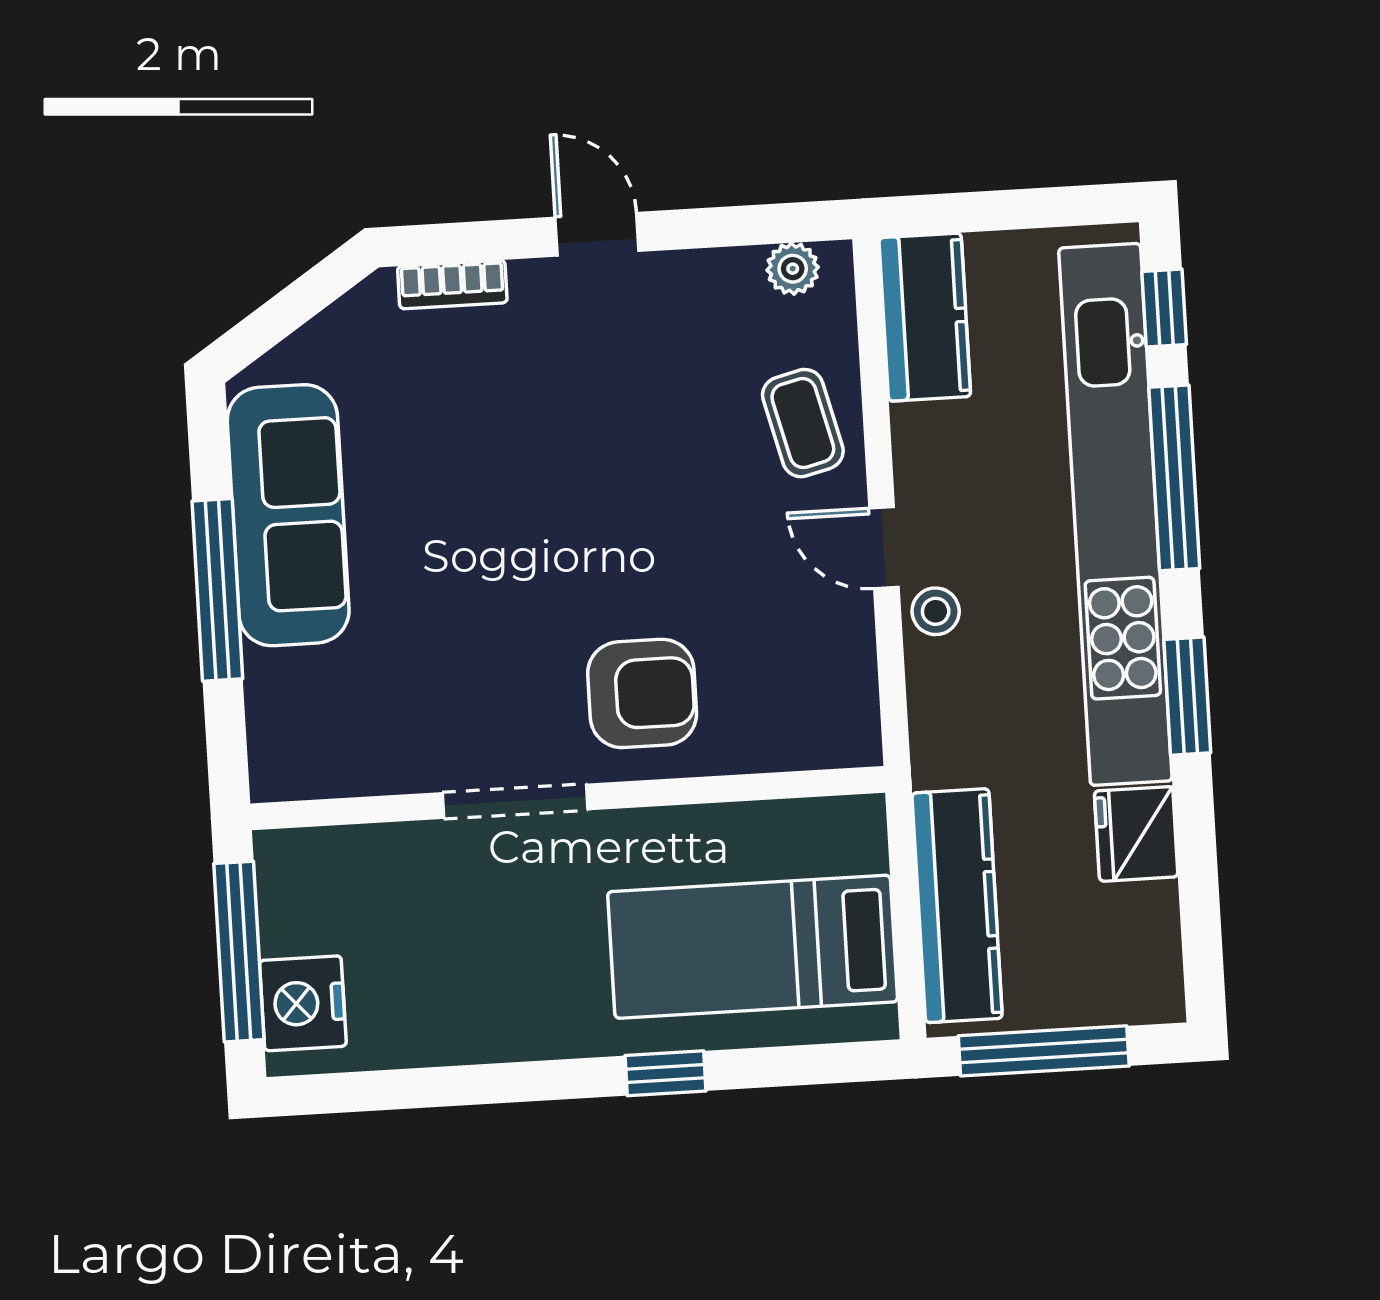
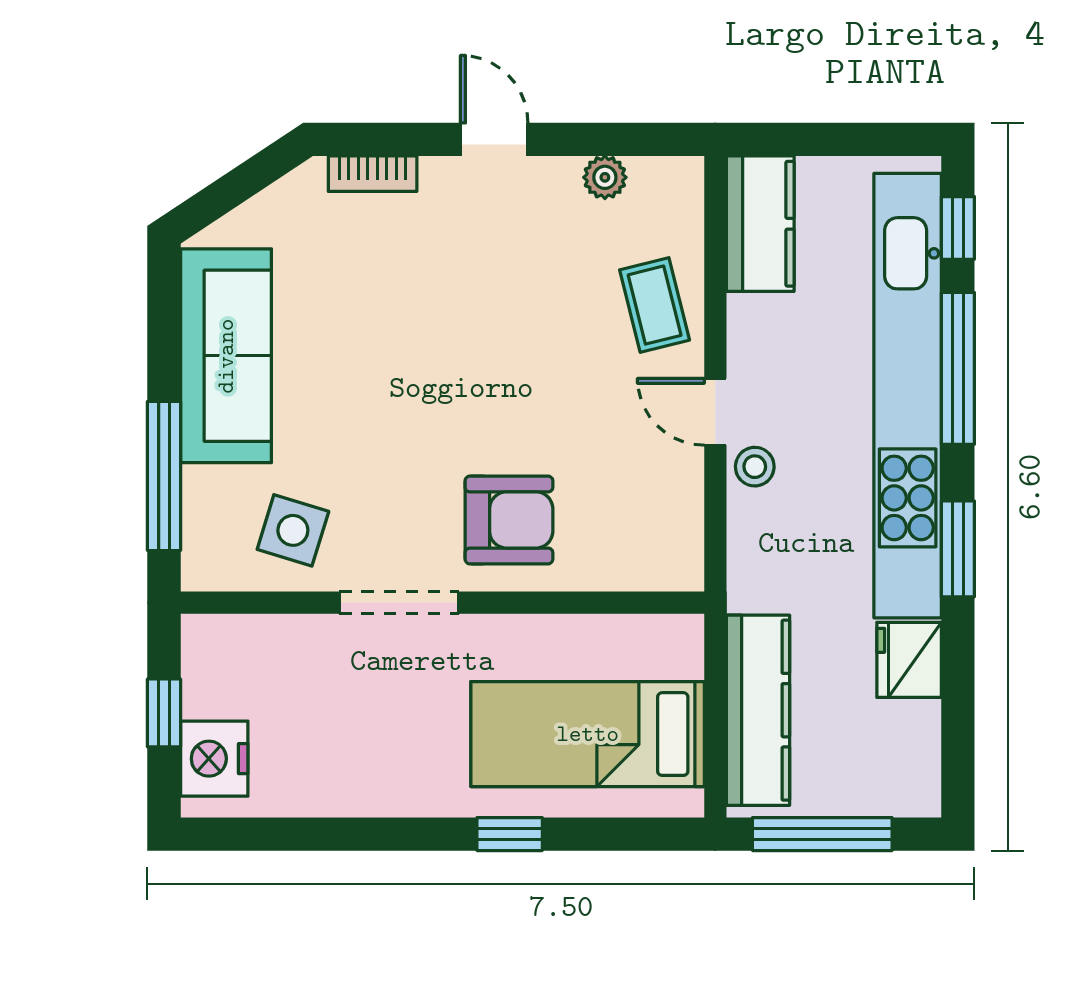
plant: (793, 269) -> (605, 177), moved
window: (217, 590) -> (164, 476), moved
side table: (382, 722) -> (293, 530), added
window: (239, 952) -> (164, 713), width x0.46

